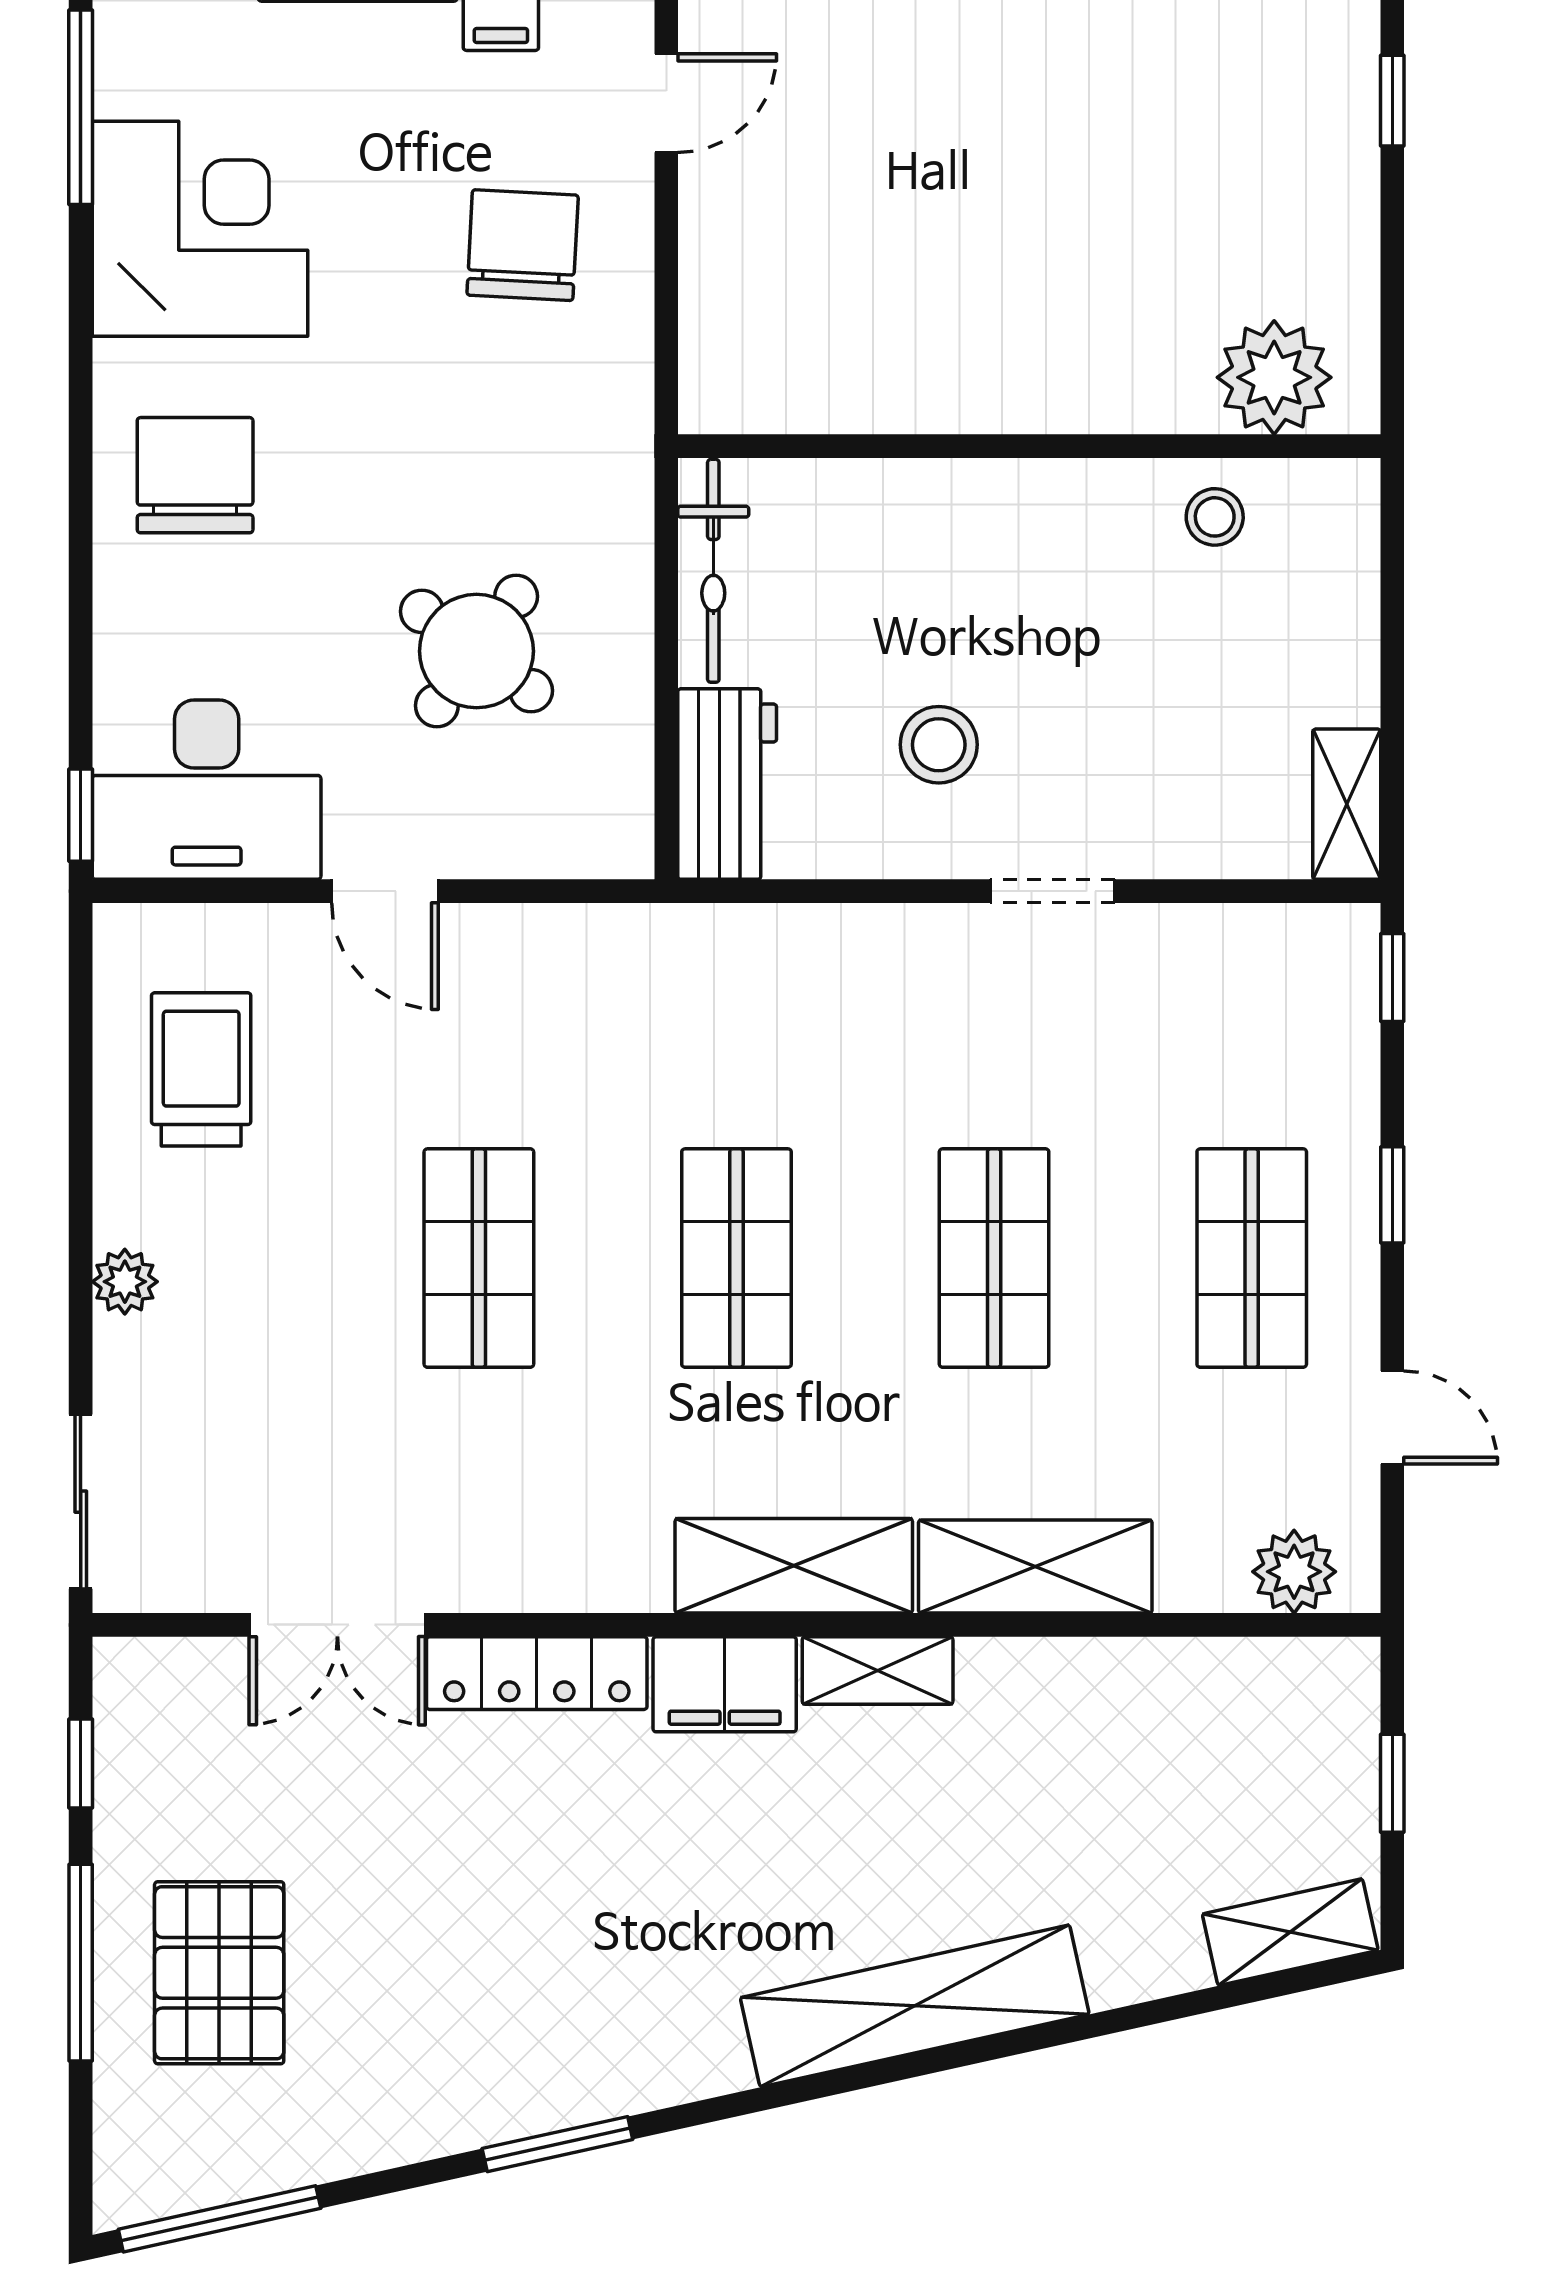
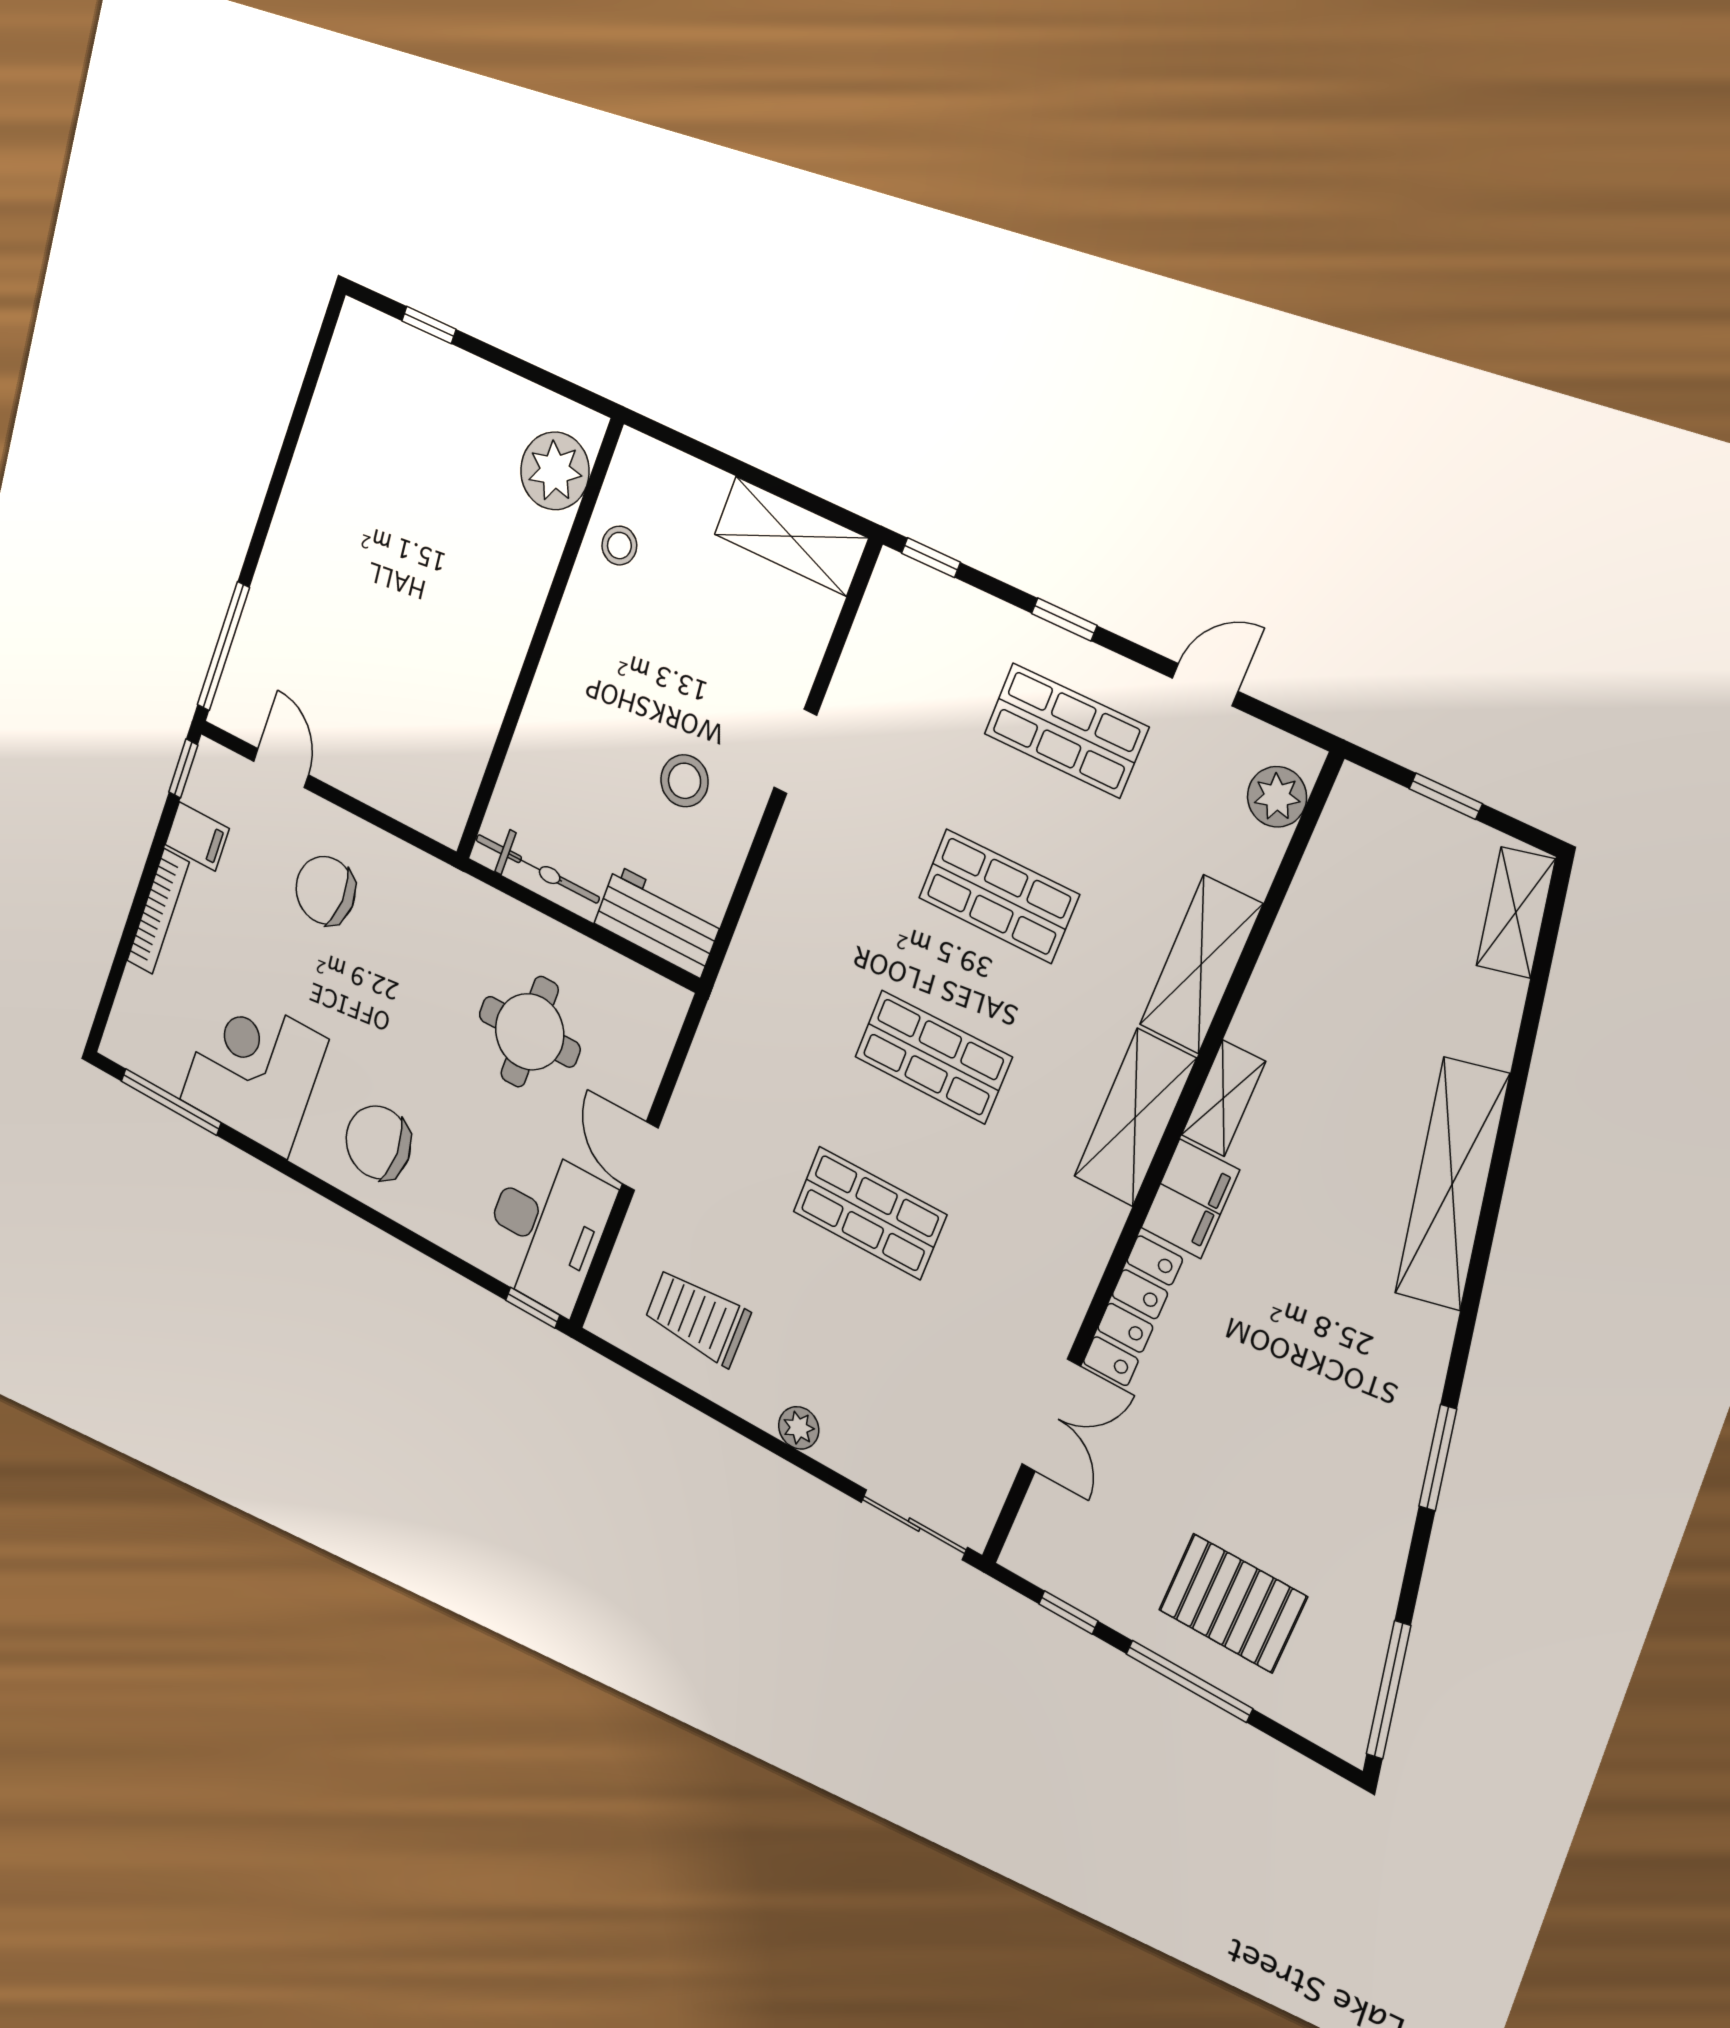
round table: (476, 651) -> (530, 1032), turned -36
shelving: (1347, 804) -> (791, 536), width x1.50, depth x1.33
door: (385, 891) -> (640, 1156), swing flipped

